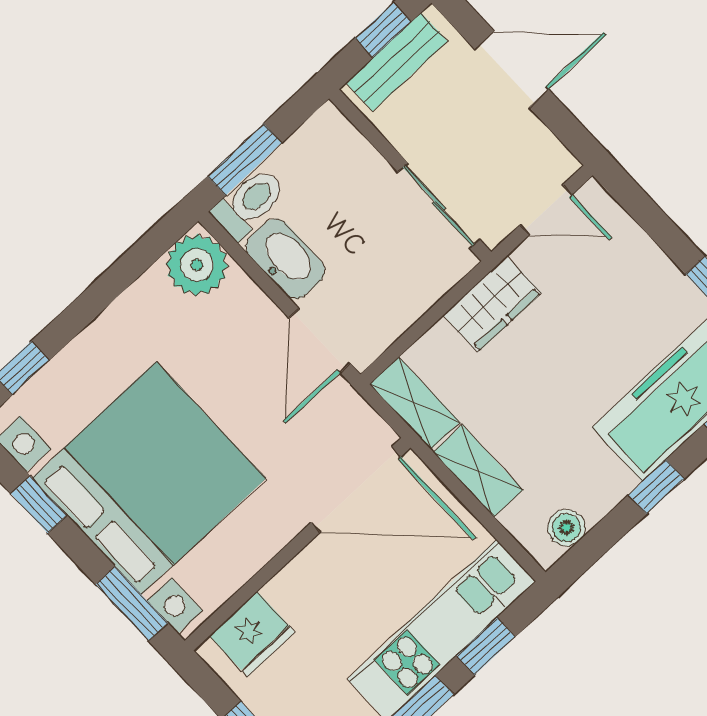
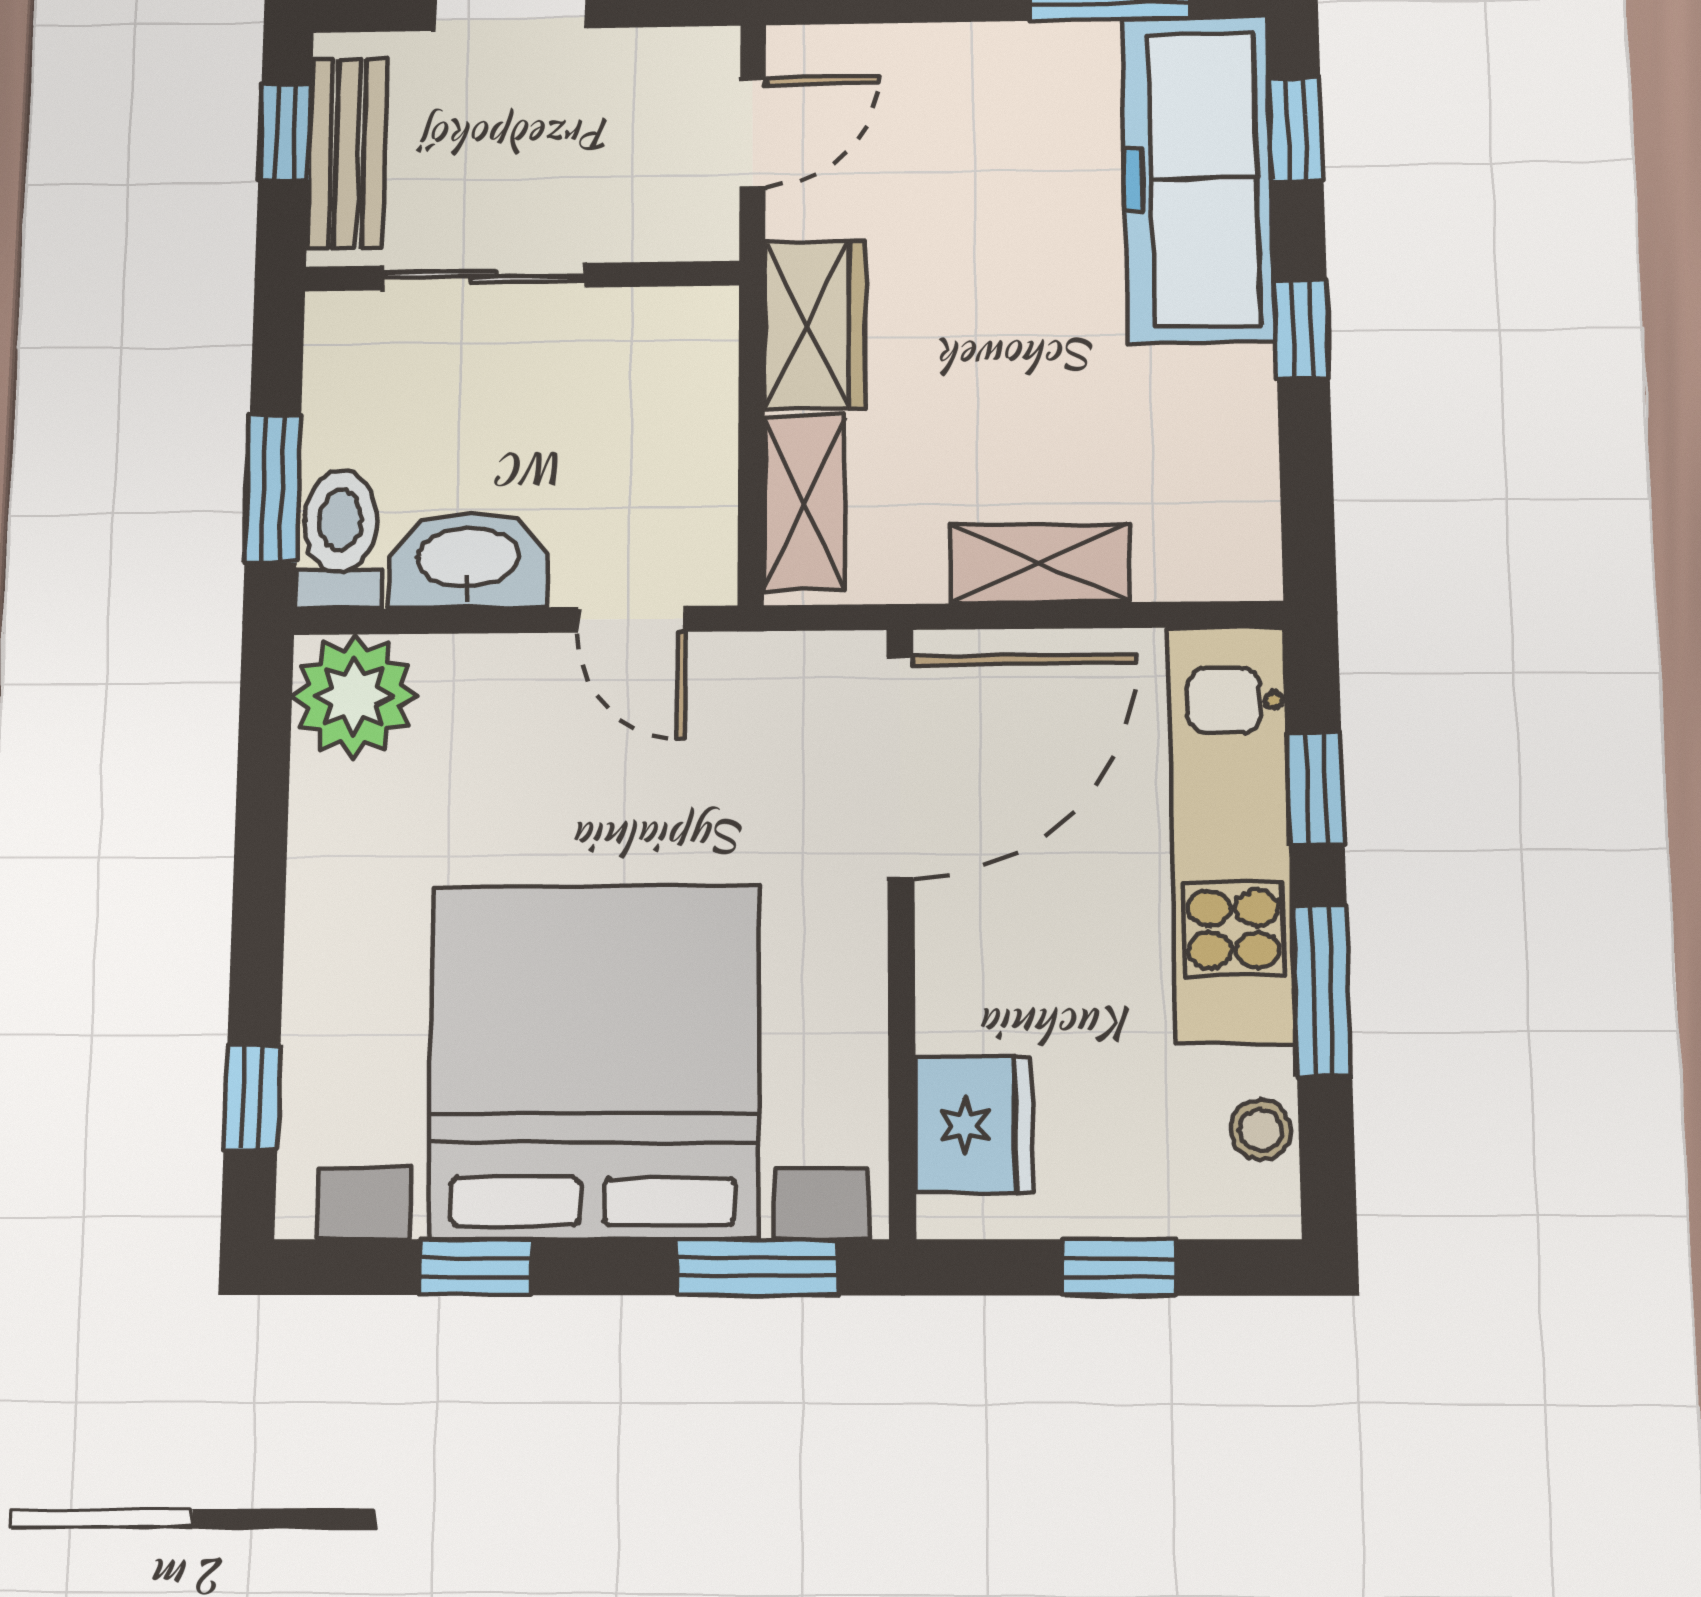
sliding door: (439, 206) -> (484, 277), moved
door: (320, 341) -> (632, 619), width x0.73
shelving: (415, 403) -> (804, 503), moved, turned 90
boiler: (566, 528) -> (1244, 511), removed

